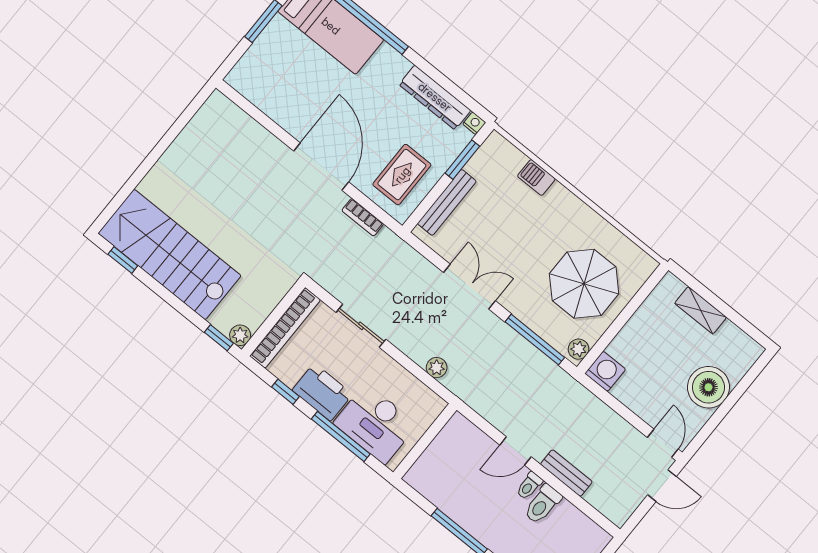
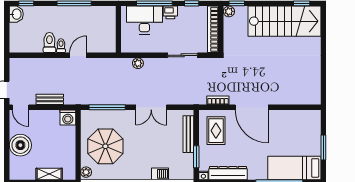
plant: (578, 349) -> (86, 172), moved
printer: (322, 392) -> (170, 12), width x0.53, depth x0.68
bench: (566, 473) -> (50, 99), moved

